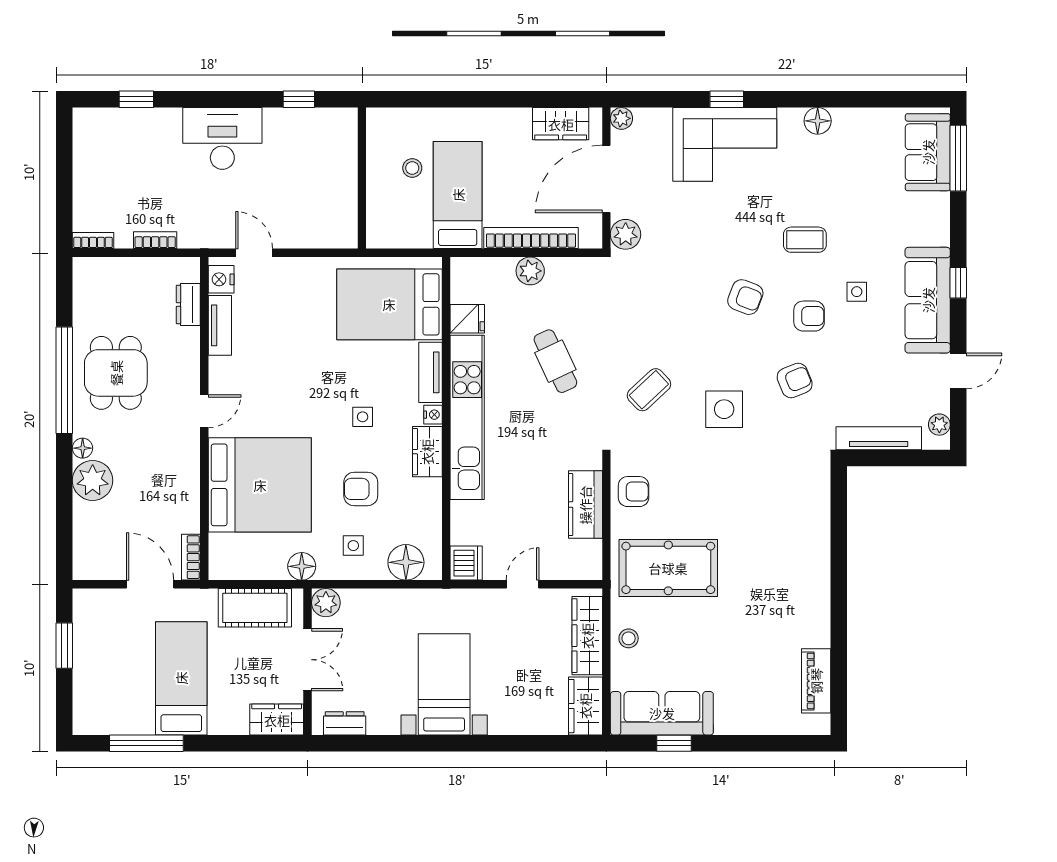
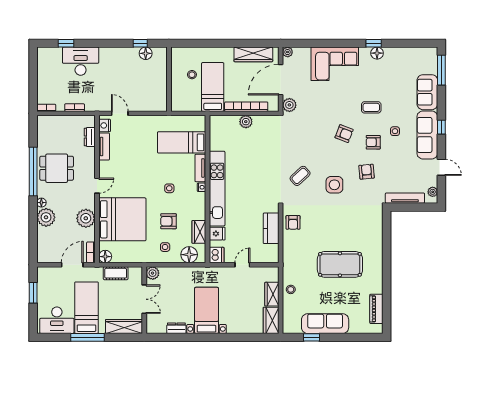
window: (727, 99) -> (374, 43), moved
floor lamp: (311, 121) -> (146, 53), added
wardrobe: (561, 124) -> (253, 54), width x1.50
desk: (222, 138) -> (81, 61), moved
sofa: (928, 152) -> (427, 92), moved
bed: (389, 304) -> (182, 142), width x0.67
armchair: (809, 316) -> (373, 142), turned 180
fridge: (467, 319) -> (217, 234), moved
cafe table: (555, 361) -> (257, 163), removed
door: (958, 371) -> (441, 167), hinge flipped
dining table: (116, 373) -> (57, 168), turned 90
armchair: (795, 381) -> (367, 172), turned -73
wardrobe: (427, 452) -> (199, 232), moved
plant: (180, 483) -> (86, 218), added
armchair: (634, 492) -> (293, 222), turned 90
floor lamp: (302, 566) -> (105, 257), moved
pool table: (668, 568) -> (340, 264), moved
door: (150, 584) -> (72, 265), hinge flipped
cot: (255, 608) -> (116, 273), width x0.73, depth x0.75
wardrobe: (587, 636) -> (272, 294), width x0.67
desk: (116, 706) -> (57, 320), added
sofa: (662, 713) -> (325, 324), moved
wardrobe: (277, 720) -> (124, 326), width x1.50
dresser: (345, 723) -> (176, 328), moved
window: (146, 743) -> (87, 337), moved

